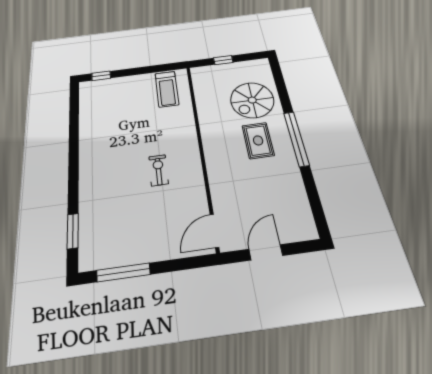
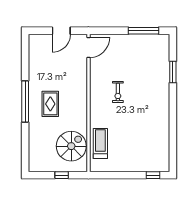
treadmill: (167, 89) -> (100, 143), moved
spiral stairs: (252, 100) -> (71, 146), moved
window: (73, 231) -> (173, 72), moved

